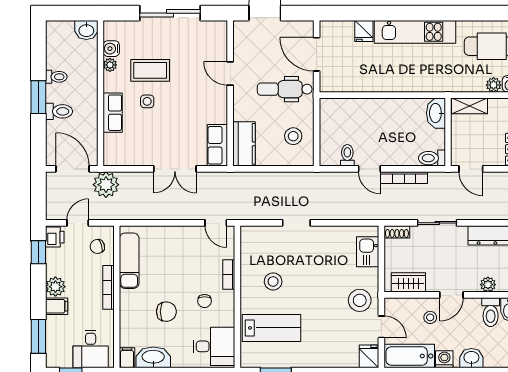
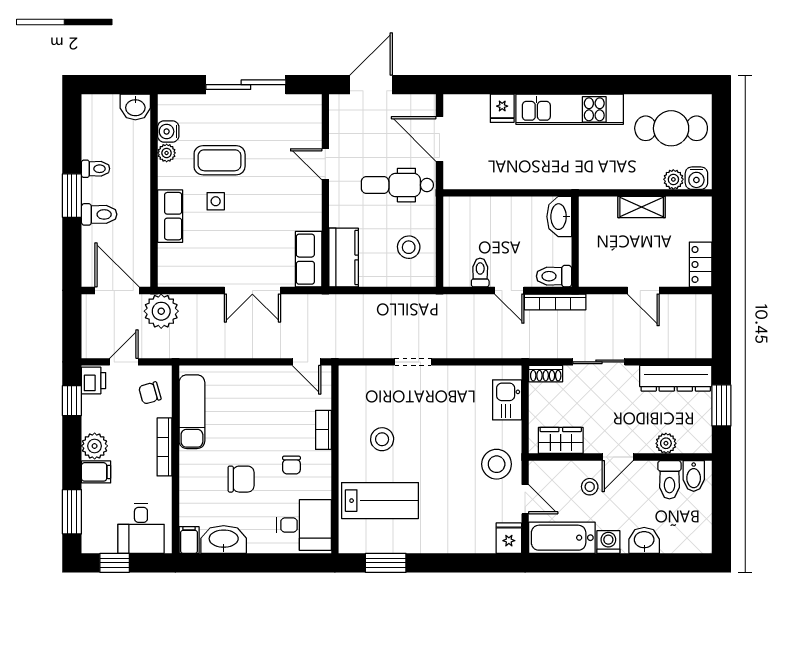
washbasin: (436, 113) -> (559, 217), moved
wall: (448, 132) -> (575, 242), moved
toilet: (432, 158) -> (554, 276), moved

